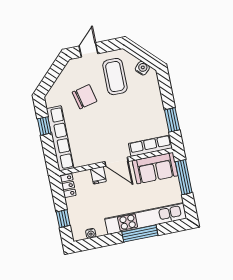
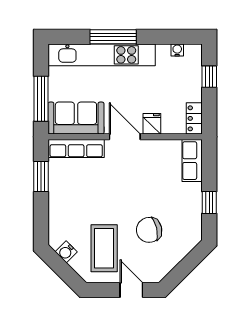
door: (89, 50) -> (131, 290), swing flipped
row of seats: (60, 138) -> (192, 161), width x0.50

